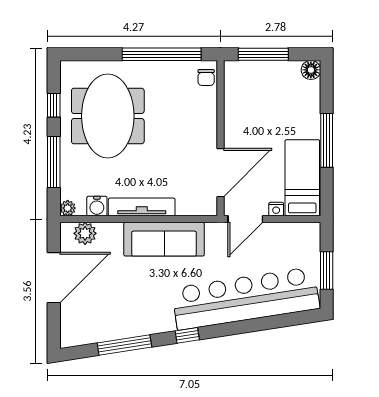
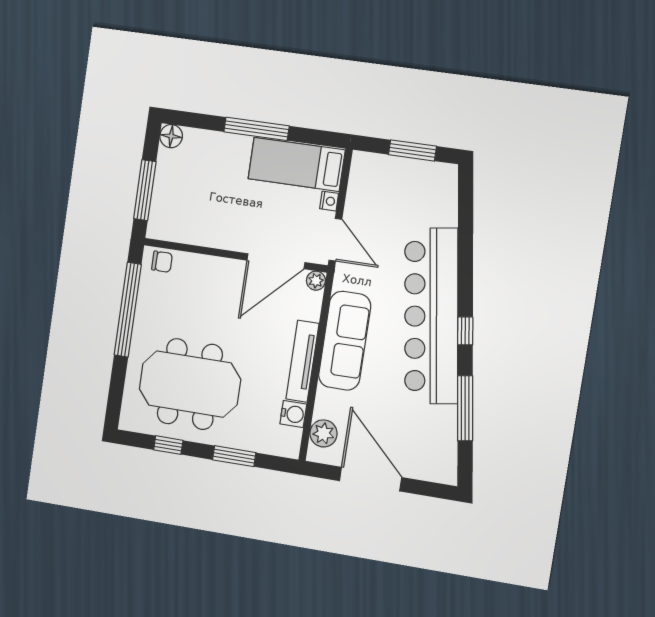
window: (54, 162) -> (234, 456), width x0.69
door: (221, 173) -> (276, 261), swing flipped
plant: (68, 208) -> (316, 281), moved
bar counter: (246, 298) -> (431, 316), moved

